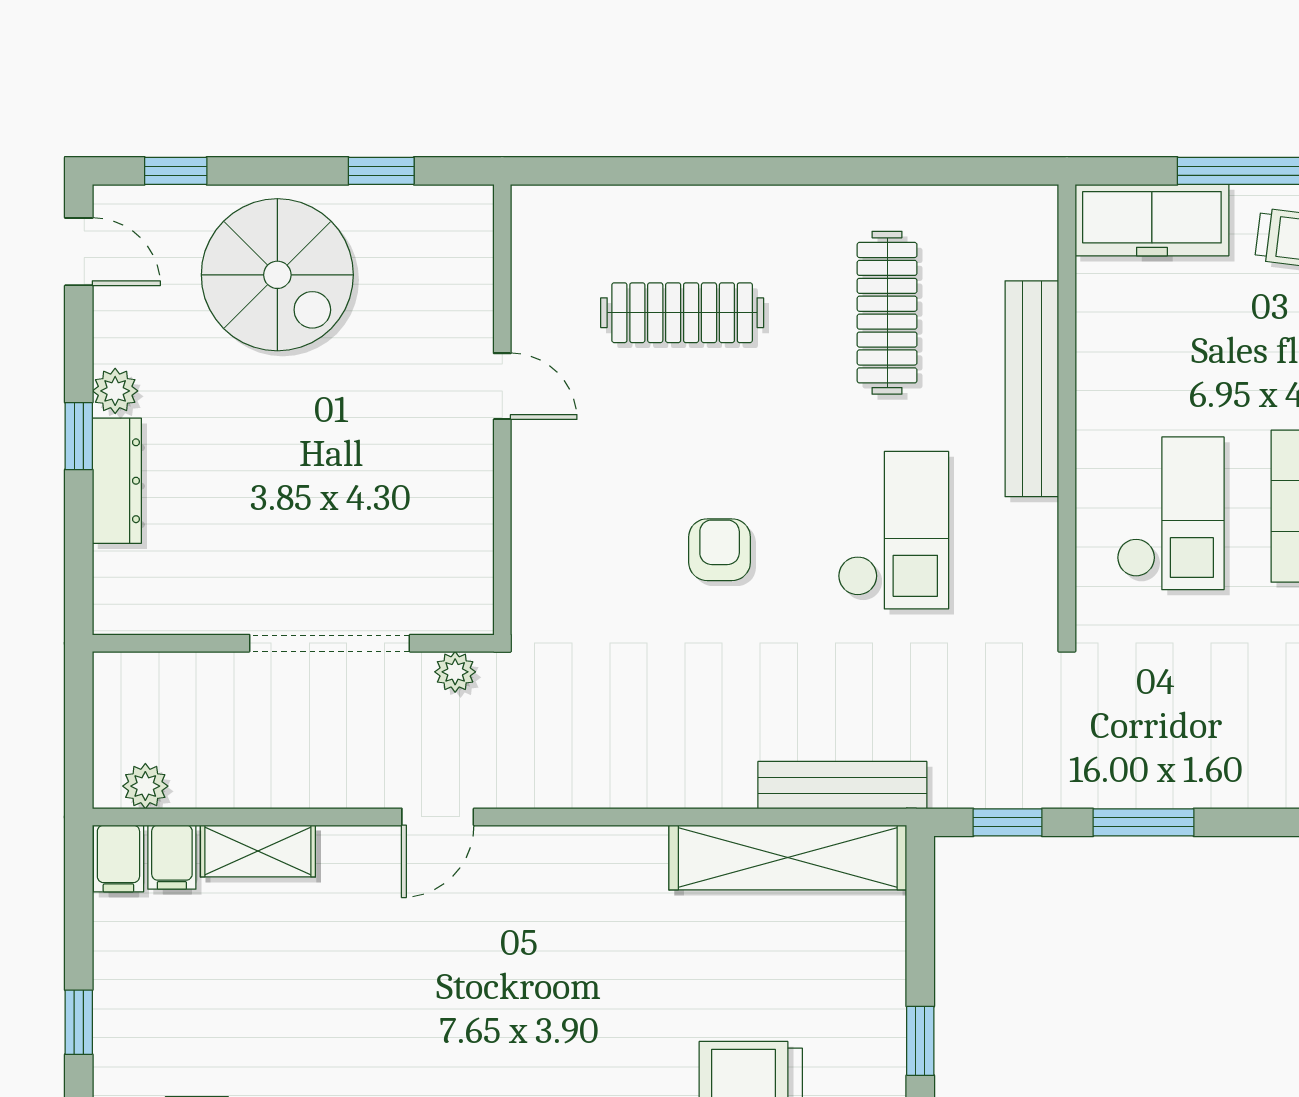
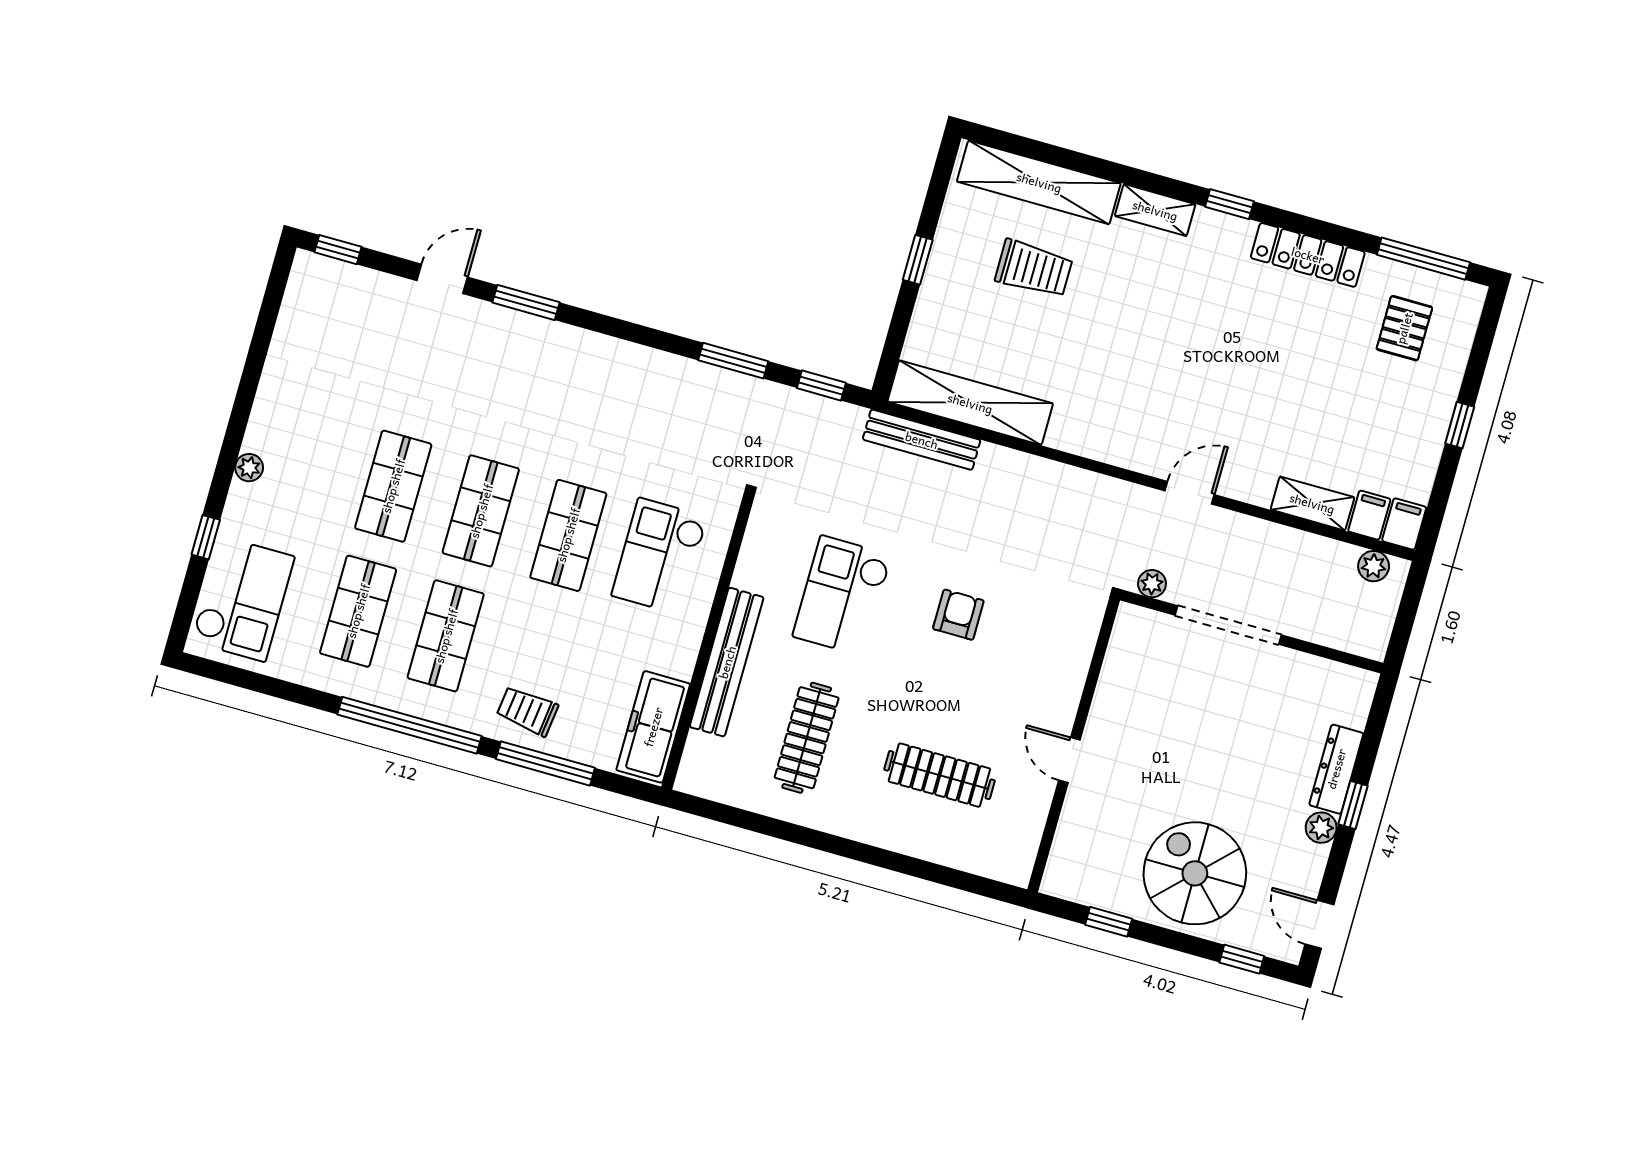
freezer: (1152, 220) -> (653, 727), moved, turned -90
armchair: (720, 550) -> (958, 615), turned 180

